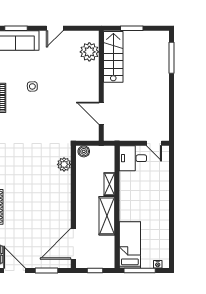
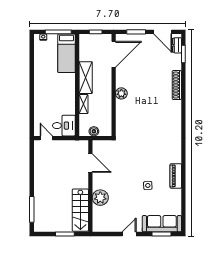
plant: (89, 52) -> (100, 198), moved
boiler: (84, 151) -> (94, 131), moved
plant: (64, 164) -> (121, 93), moved

